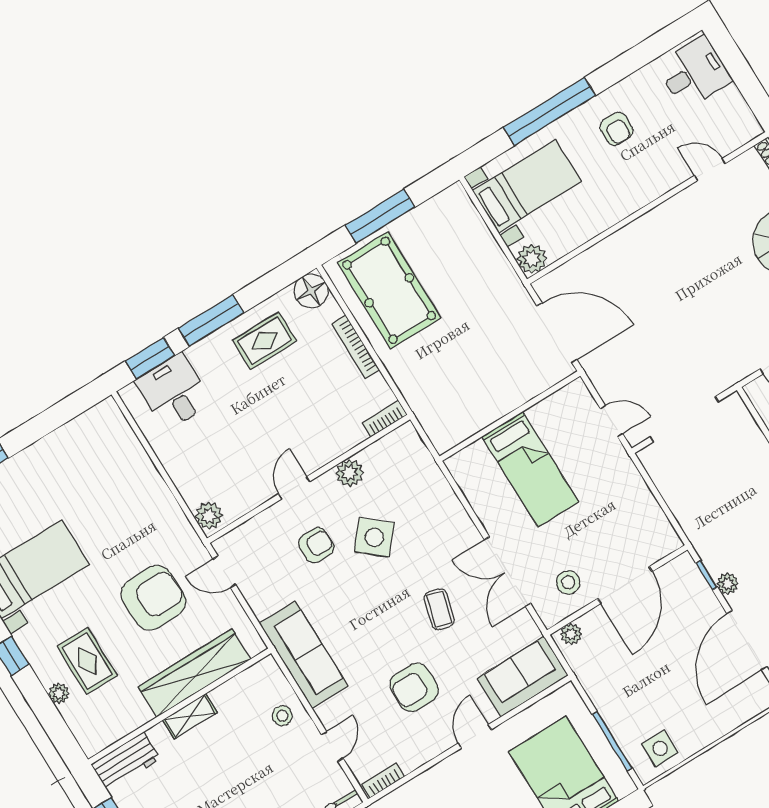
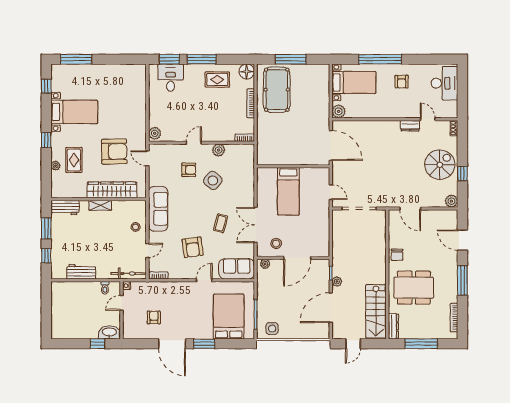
desk: (694, 73) -> (444, 83), width x1.37
dresser: (684, 202) -> (410, 126), added
armchair: (414, 687) -> (193, 247), turned -98

